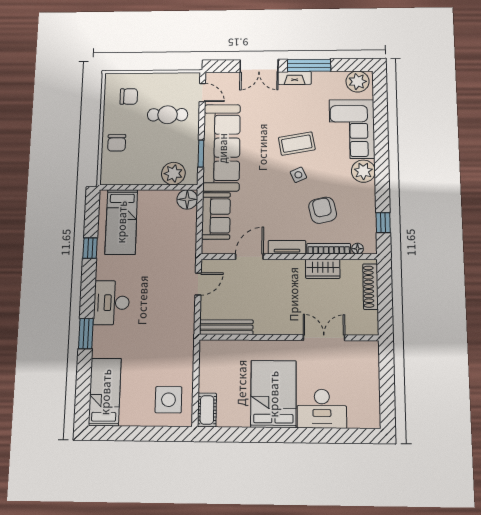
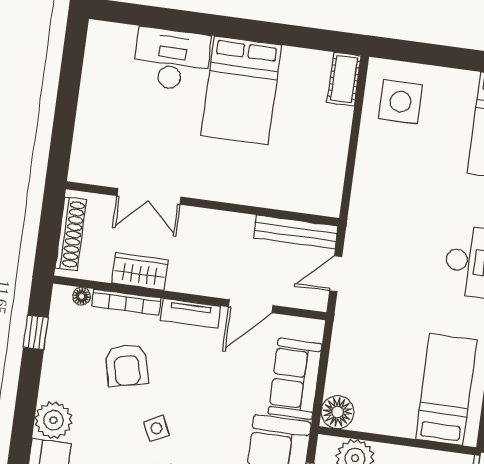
bench: (226, 327) -> (296, 232), moved
wall: (289, 337) -> (202, 204), moved
double door: (324, 338) -> (149, 196), moved

